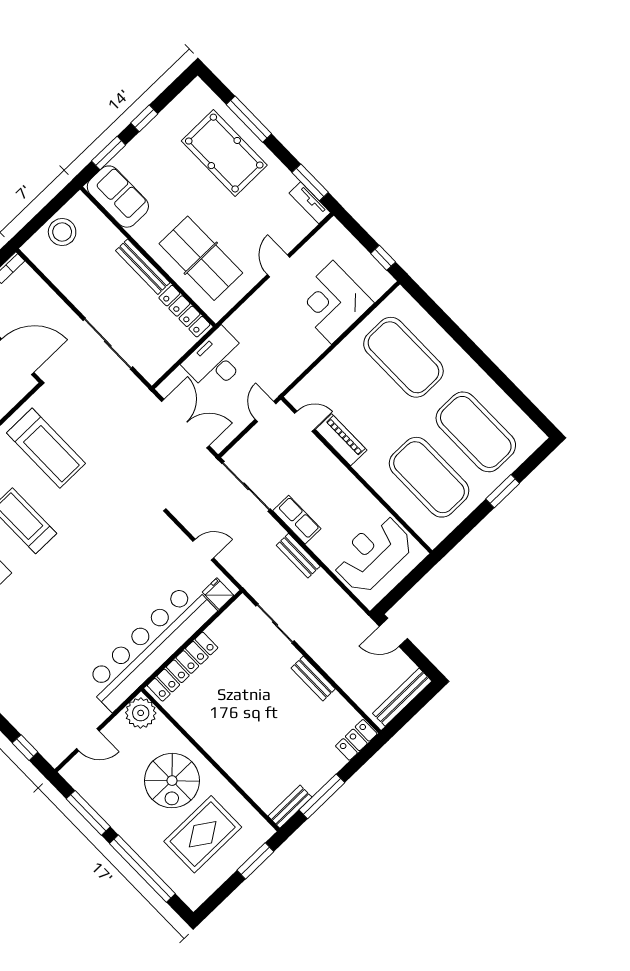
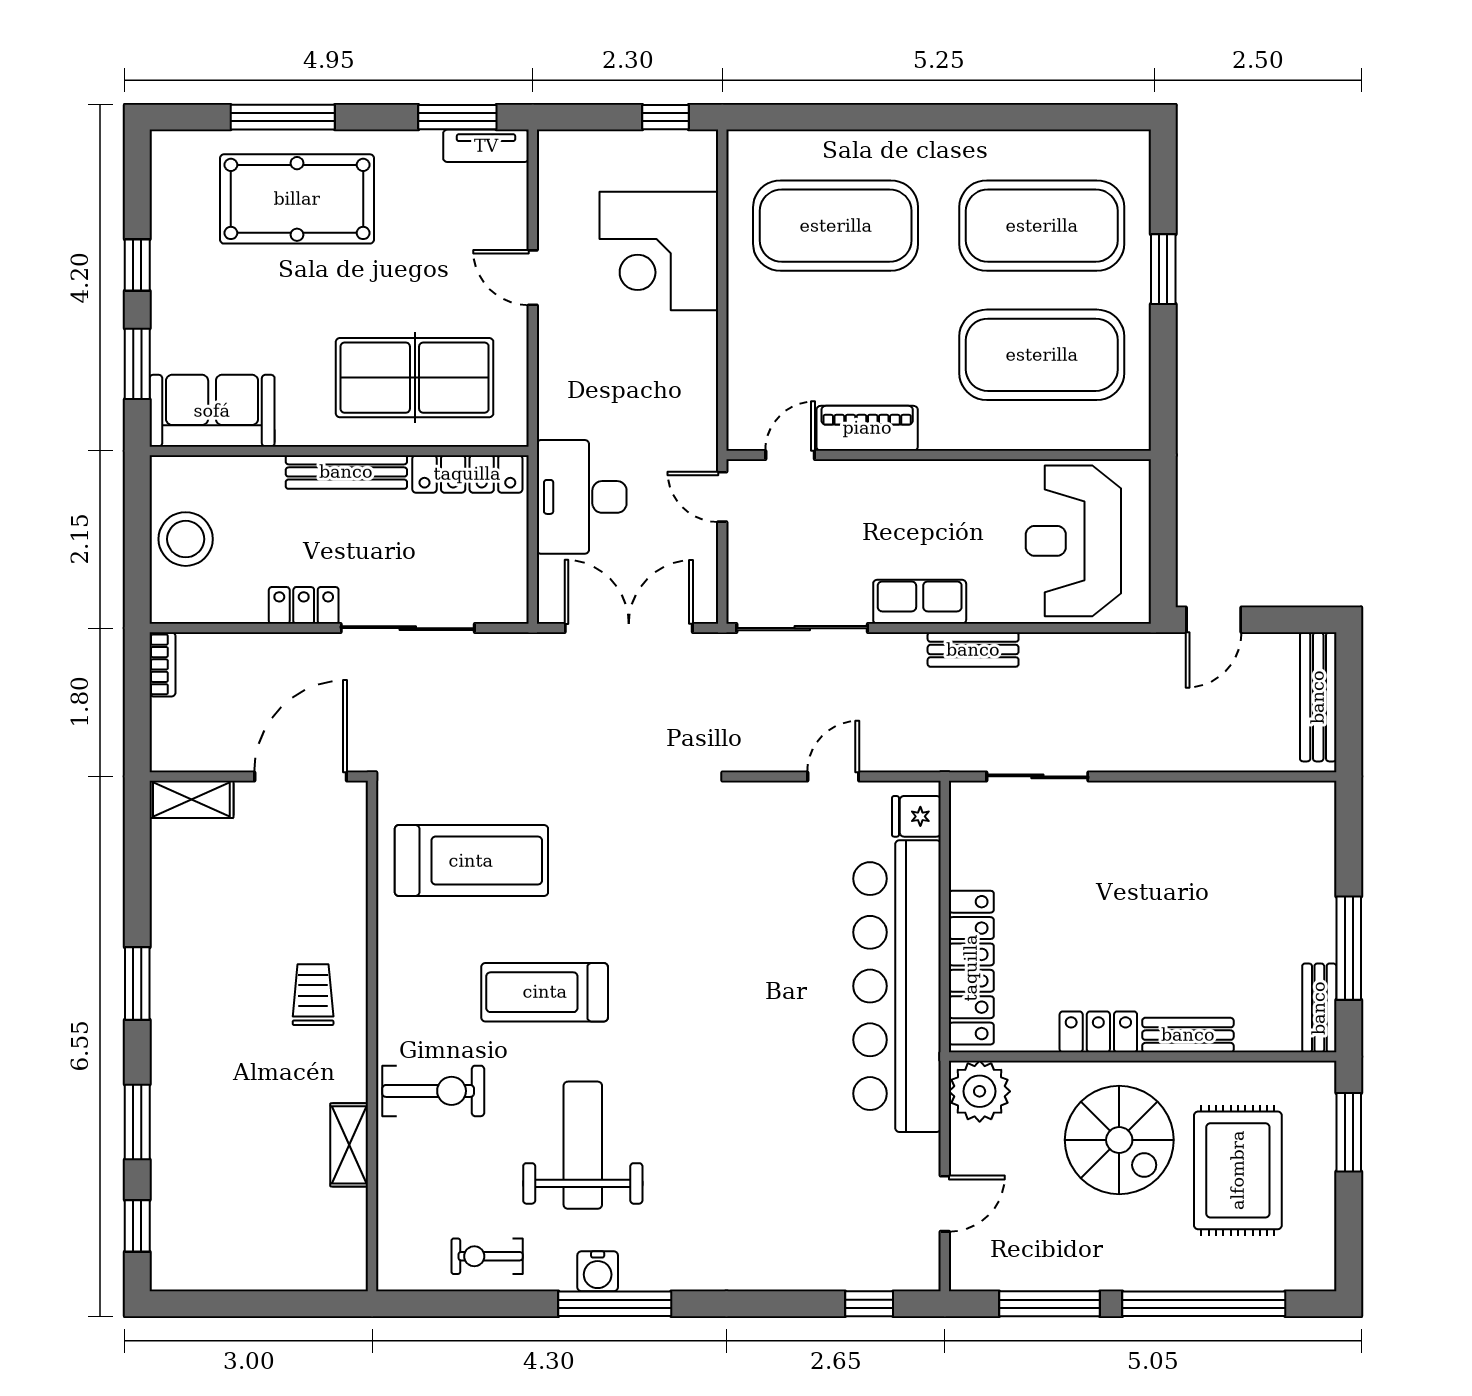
locker: (80, 298) -> (304, 605), added
bench: (313, 678) -> (1188, 1035), moved
locker: (356, 740) -> (1098, 1032), moved, turned 90

